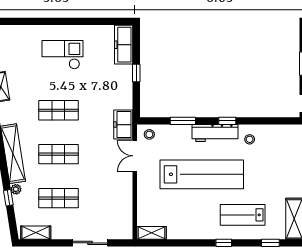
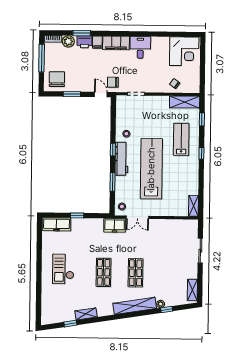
shop shelf: (58, 198) -> (167, 273), removed
lab bench: (243, 215) -> (181, 139), turned 180

